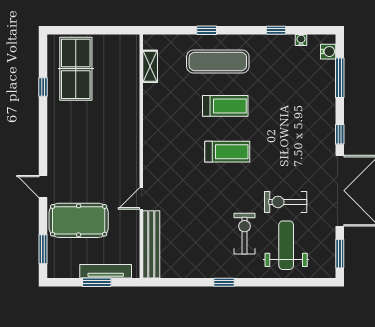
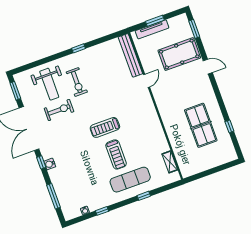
water cooler: (328, 52) -> (50, 164), moved
table tennis table: (76, 69) -> (201, 125), moved
treadmill: (225, 106) -> (116, 154), turned -90

